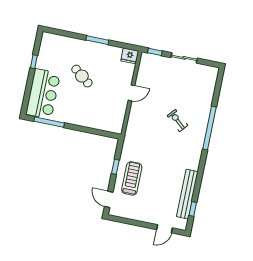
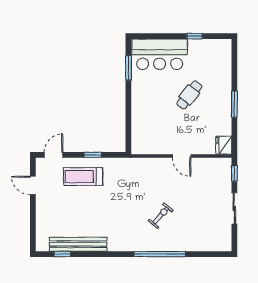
window: (49, 122) -> (128, 68), width x0.69
treadmill: (132, 178) -> (83, 177), turned 180
door: (165, 229) -> (33, 185), moved

